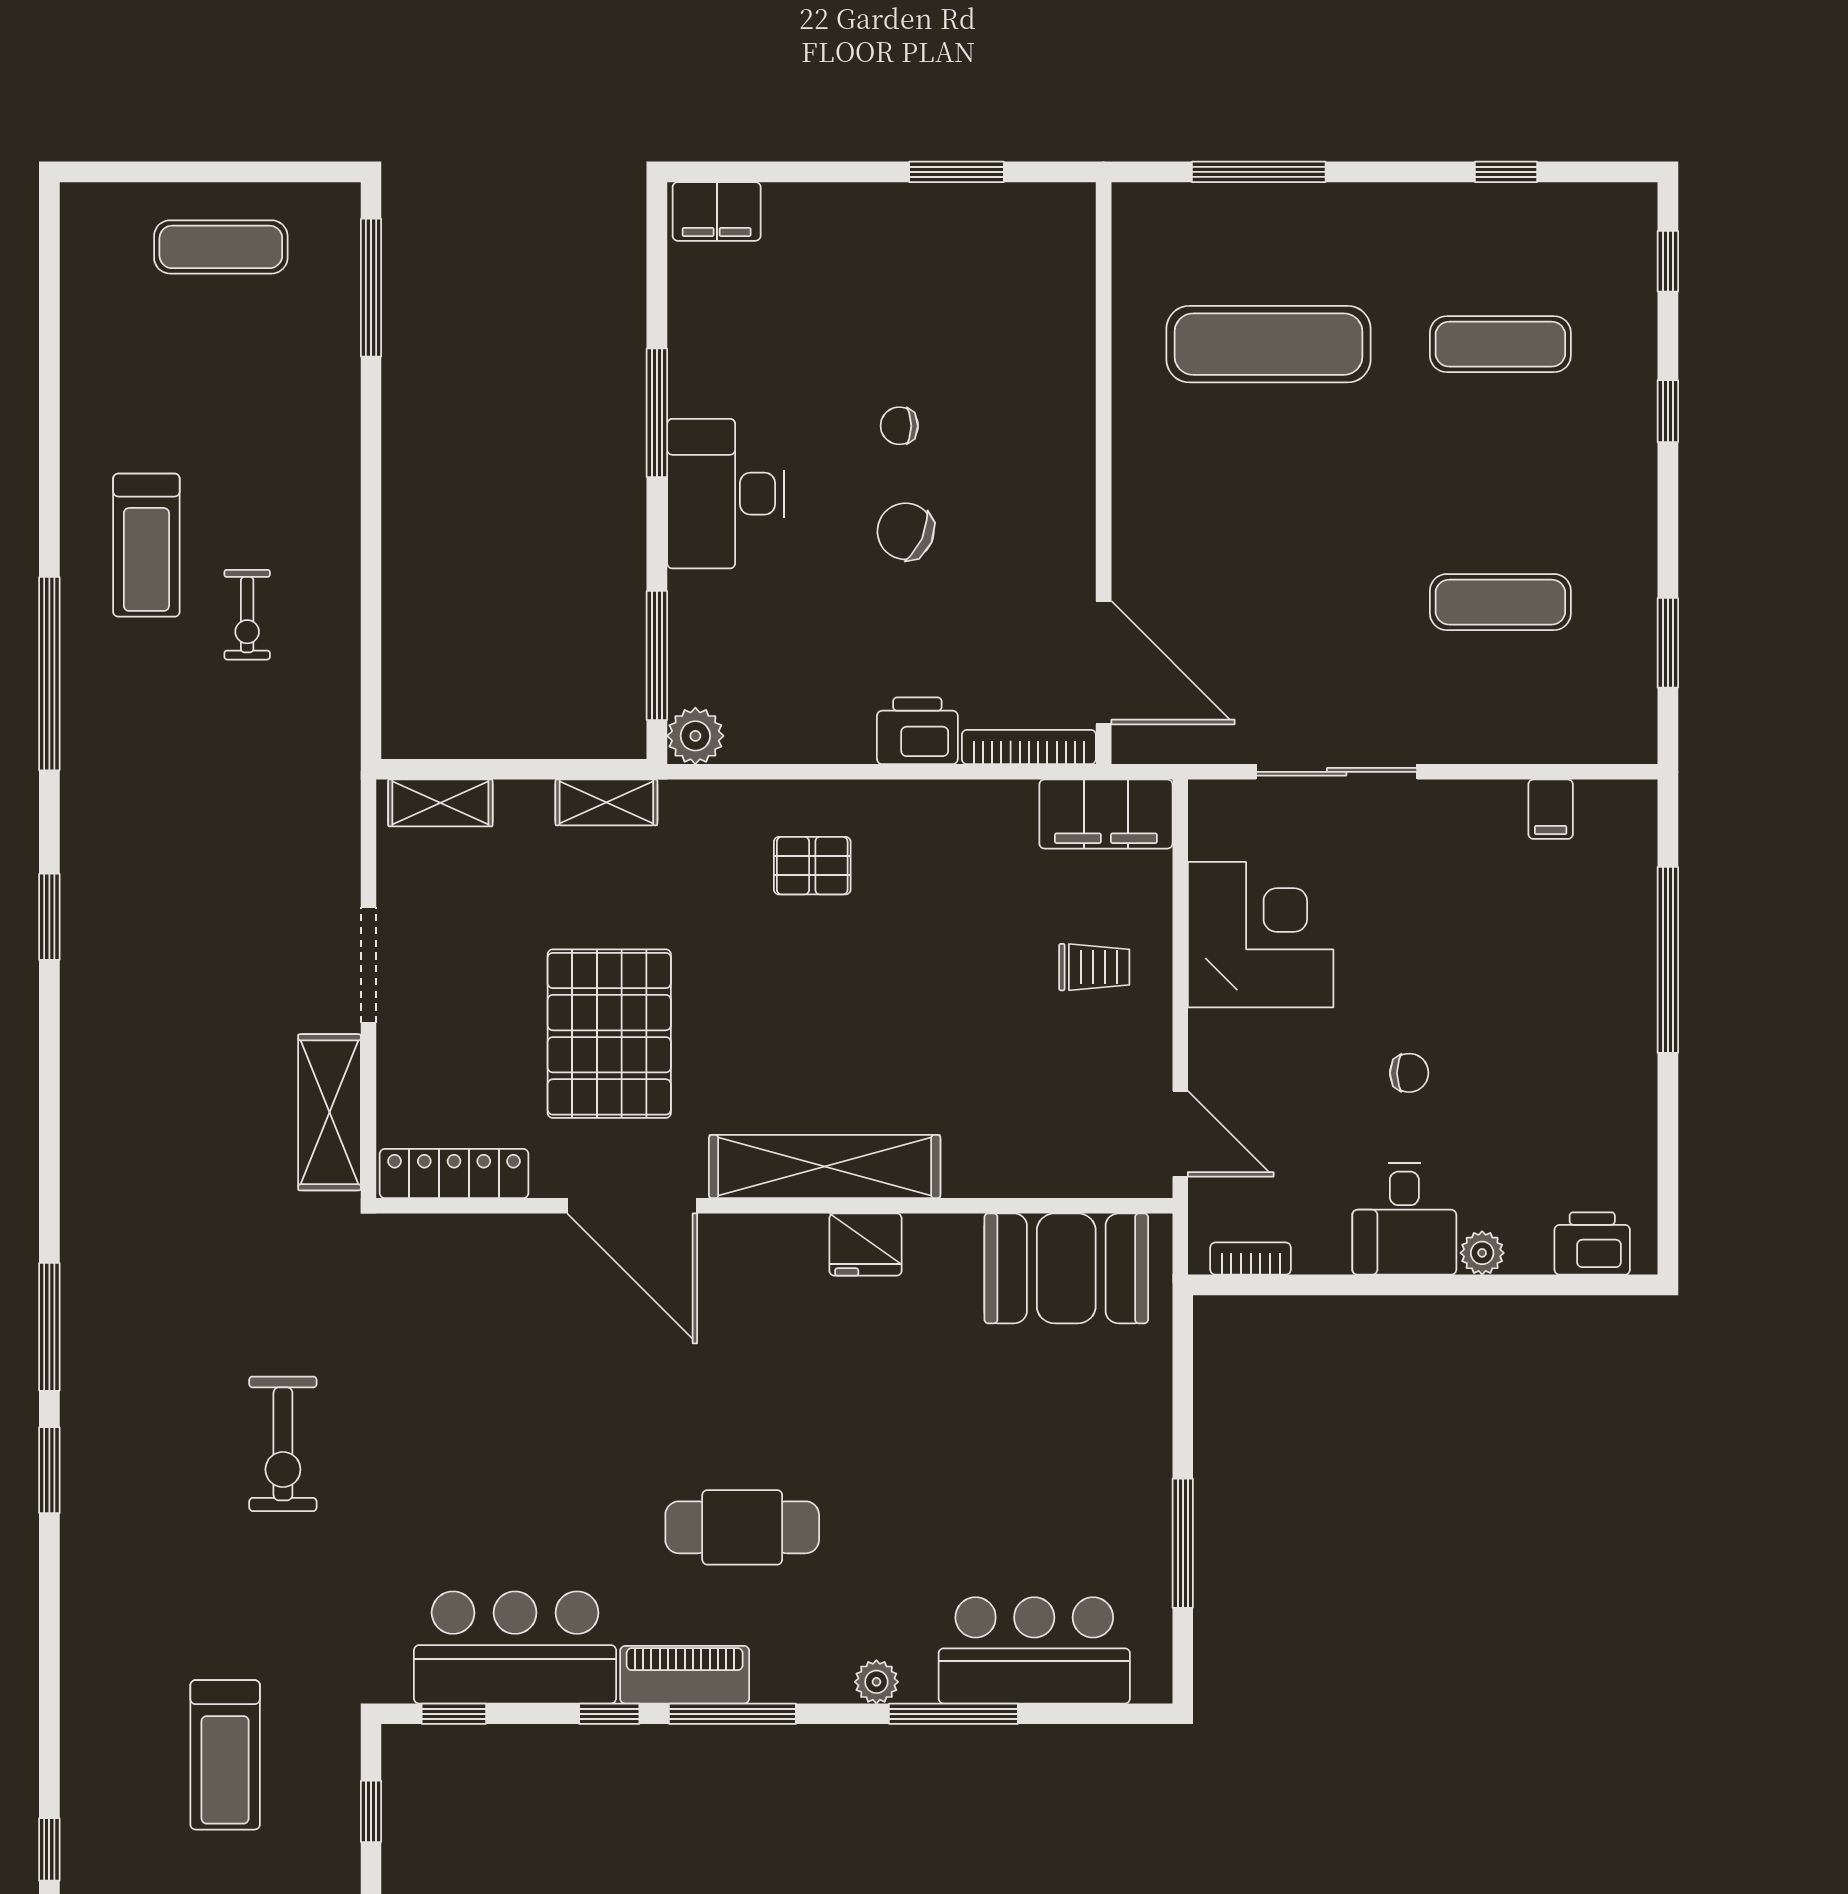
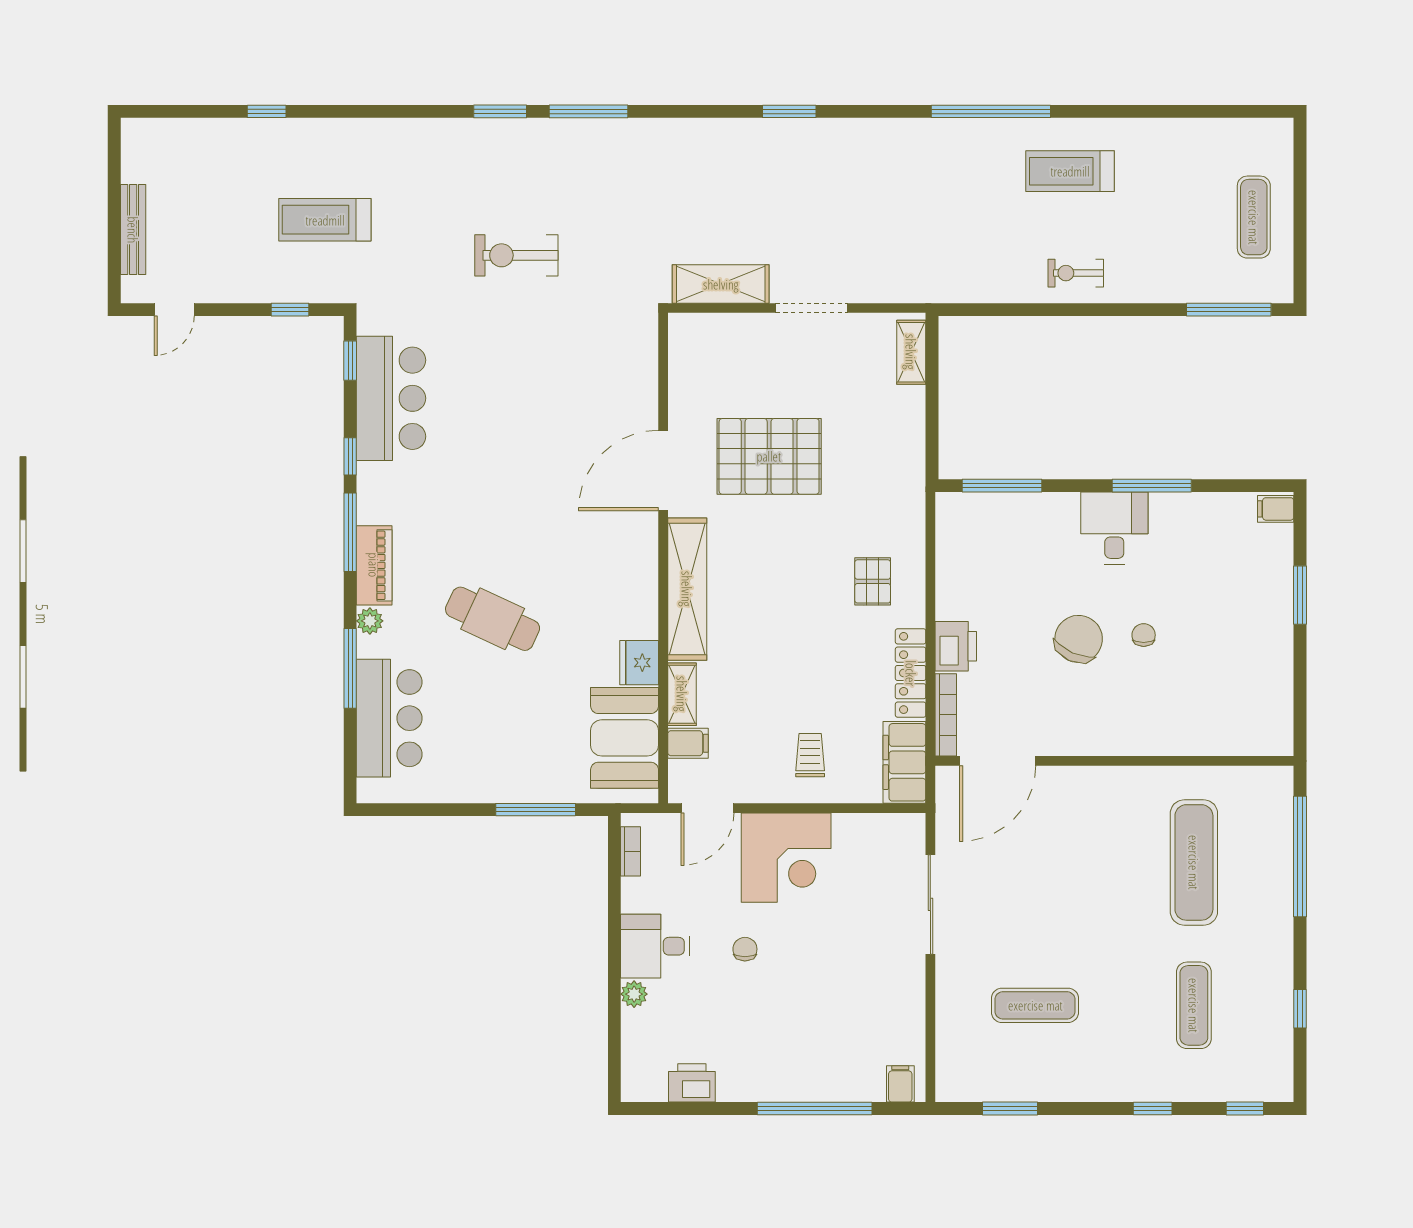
window: (956, 172) -> (1300, 595), moved
window: (1259, 172) -> (1300, 856), width x1.46
filing cabinet: (717, 211) -> (1276, 509), width x0.50
desk: (726, 494) -> (1114, 528), width x0.73
chair: (906, 531) -> (1079, 639), width x1.37, depth x1.37
exercise mat: (1500, 602) -> (1035, 1005), turned 90
exercise bike: (247, 615) -> (1076, 273), moved
plant: (695, 736) -> (953, 509), removed
shelving: (606, 802) -> (682, 694), moved
filing cabinet: (1551, 809) -> (900, 1084), moved, turned 90
window: (49, 917) -> (789, 111), moved
corner desk: (1261, 935) -> (786, 858), moved
trolley: (1094, 967) -> (810, 755), turned 180
chair: (1409, 1073) -> (745, 949), turned 180
filing cabinet: (1075, 1165) -> (688, 743), added
locker: (454, 1173) -> (911, 673), moved, turned 180
printer: (1592, 1243) -> (692, 1083), moved, turned -90
fridge: (866, 1245) -> (639, 663), moved
cafe table: (742, 1527) -> (493, 619), moved, turned -65
window: (1183, 1543) -> (536, 810), moved
piano: (685, 1675) -> (374, 565), moved

